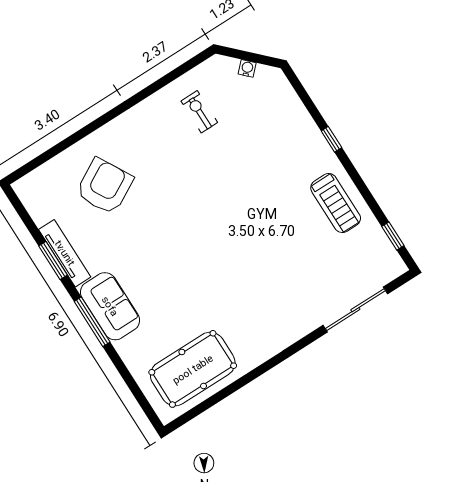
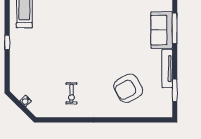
exercise bike: (199, 112) -> (71, 93), moved
window: (53, 261) -> (175, 90), moved

